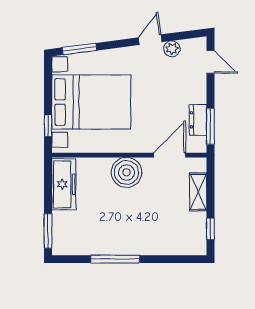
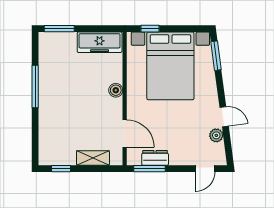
boiler: (126, 172) -> (116, 90), width x0.54, depth x0.54

